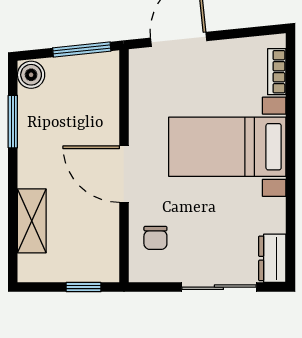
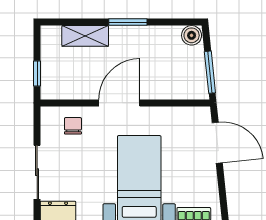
window: (13, 122) -> (128, 22), moved
chair: (155, 238) -> (73, 126), turned 90

